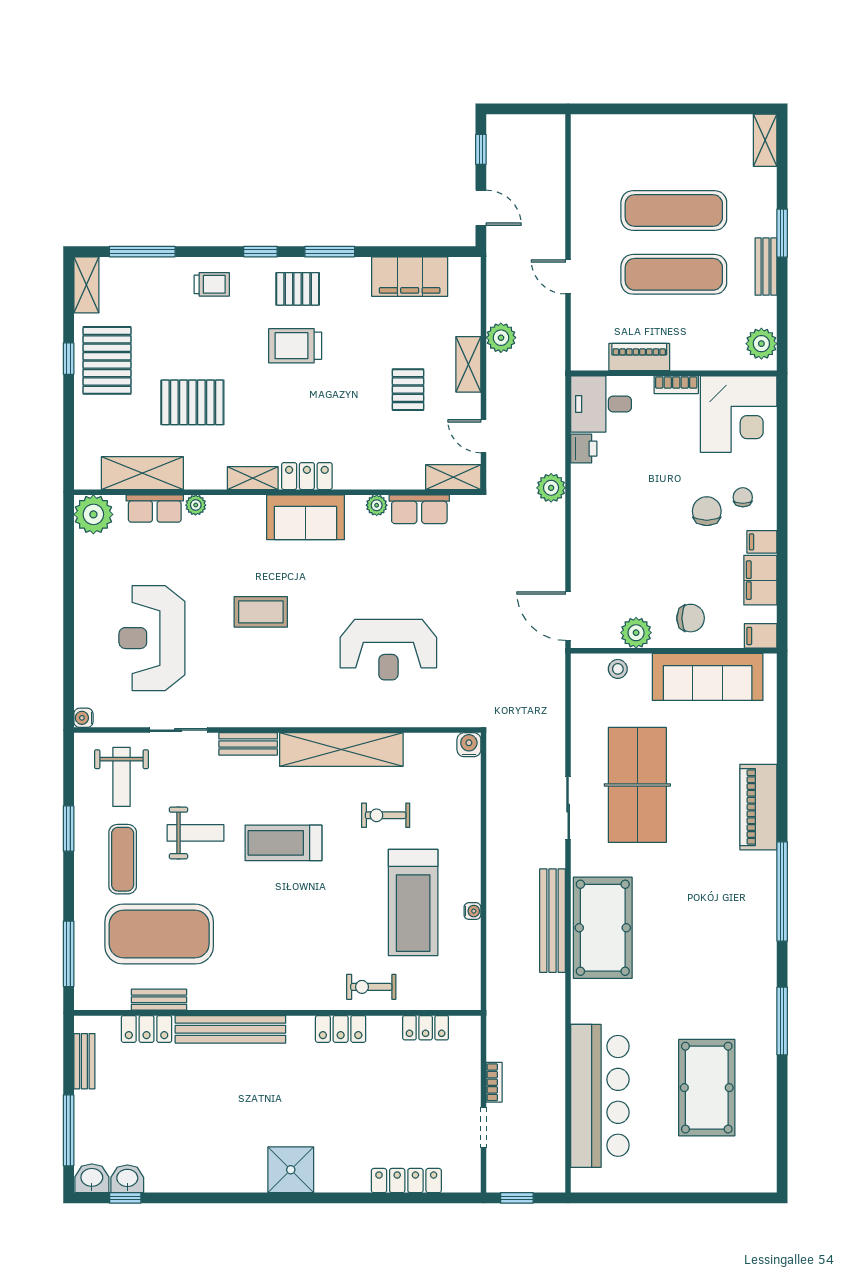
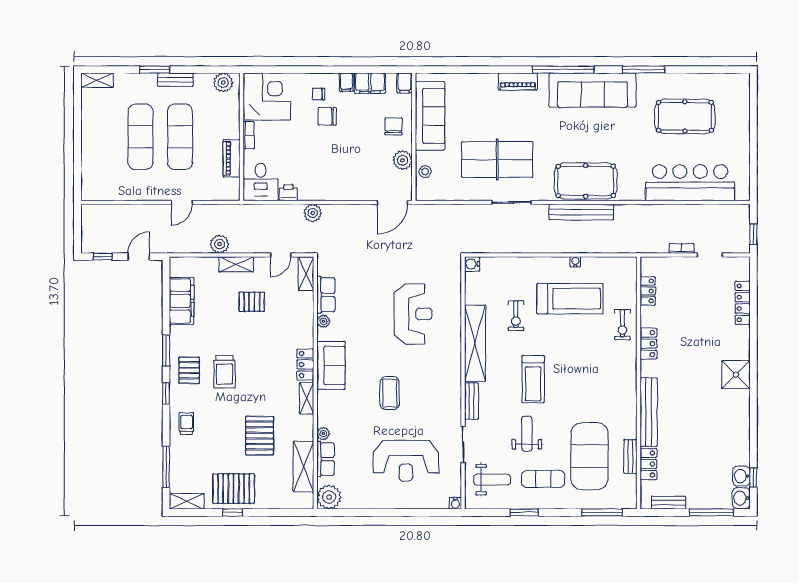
piano: (758, 807) -> (518, 82), width x0.73, depth x0.75
sofa: (749, 939) -> (593, 90), added

